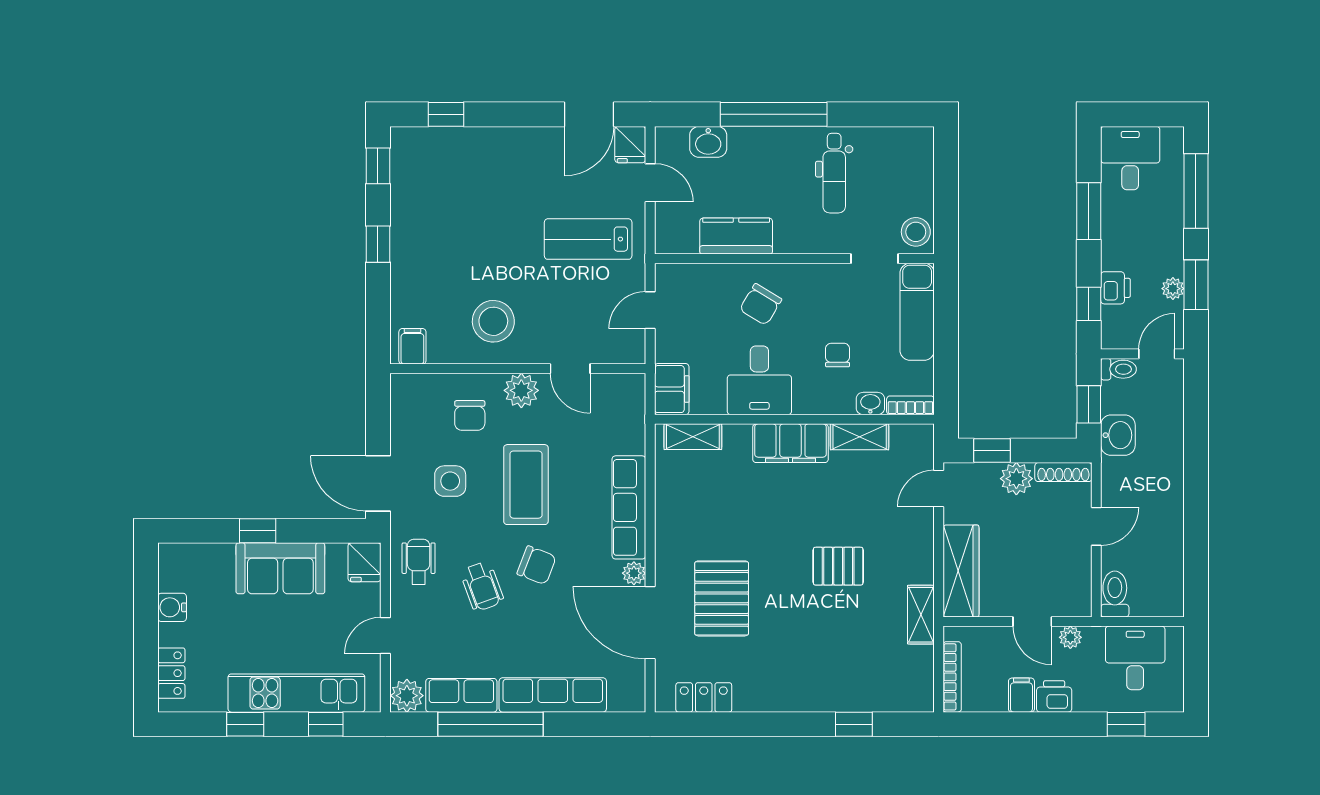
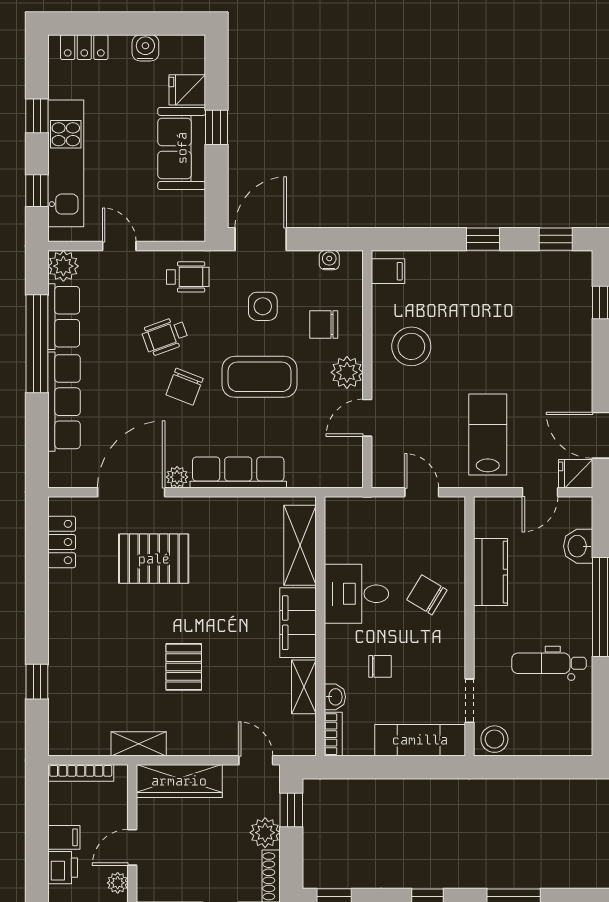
filing cabinet: (672, 389) -> (348, 512), removed
water cooler: (400, 410) -> (329, 260), added
shelving: (693, 437) -> (300, 545), width x1.50, depth x1.33
fridge: (364, 562) -> (187, 90), moved

